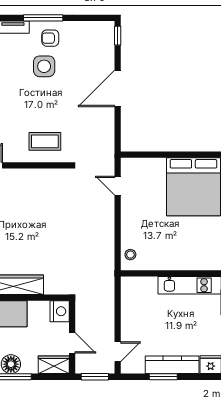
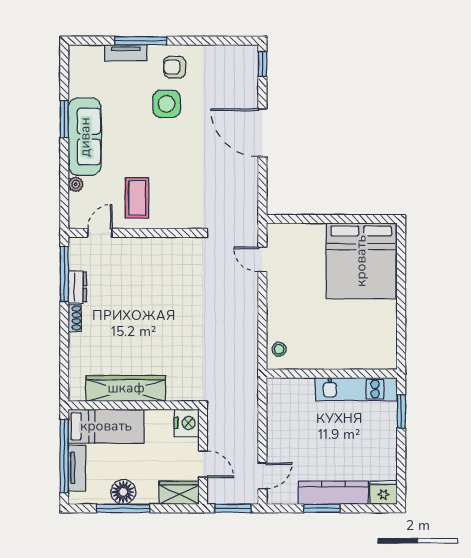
window: (43, 18) -> (141, 41), moved
door: (118, 88) -> (262, 133), hinge flipped
coffee table: (45, 141) -> (137, 198), moved, turned 90

